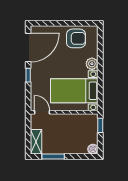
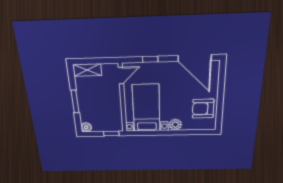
armchair: (76, 38) -> (203, 109), turned 90
window: (28, 75) -> (150, 59), moved
window: (53, 157) -> (75, 102), moved

